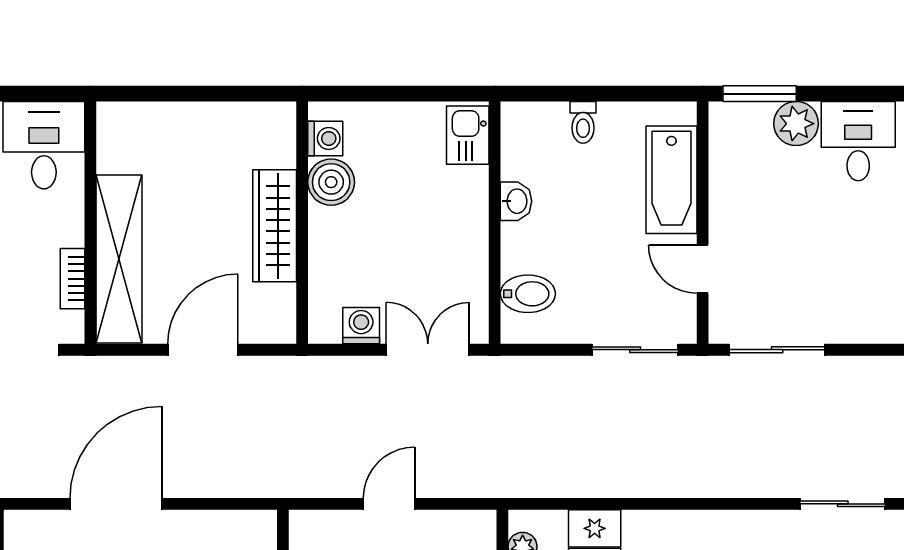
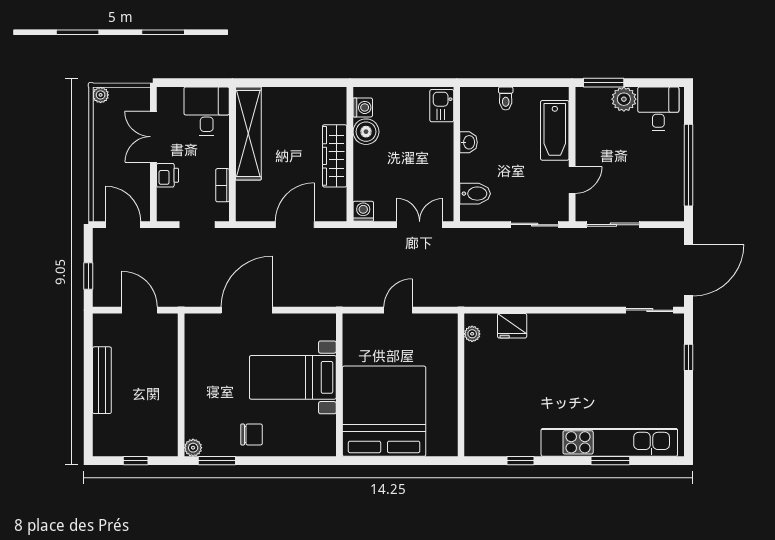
shelving: (119, 259) -> (248, 134), moved
door: (703, 269) -> (572, 180), swing flipped
washing machine: (361, 326) -> (363, 211), moved

